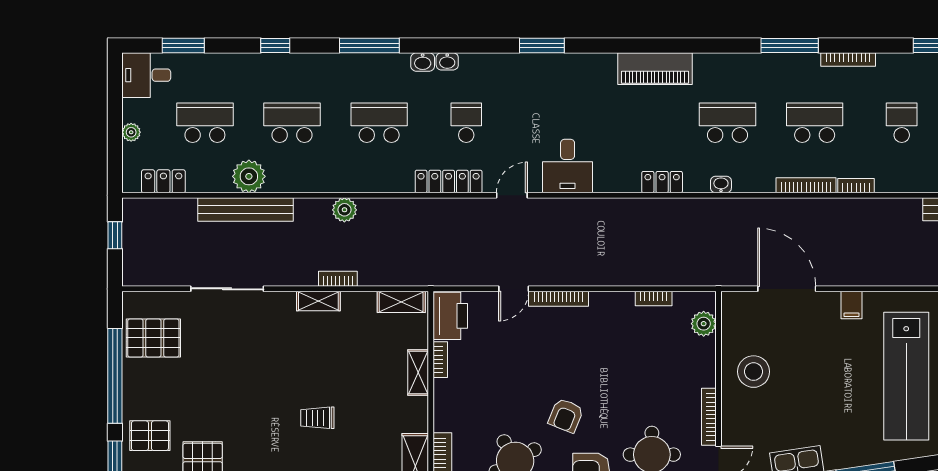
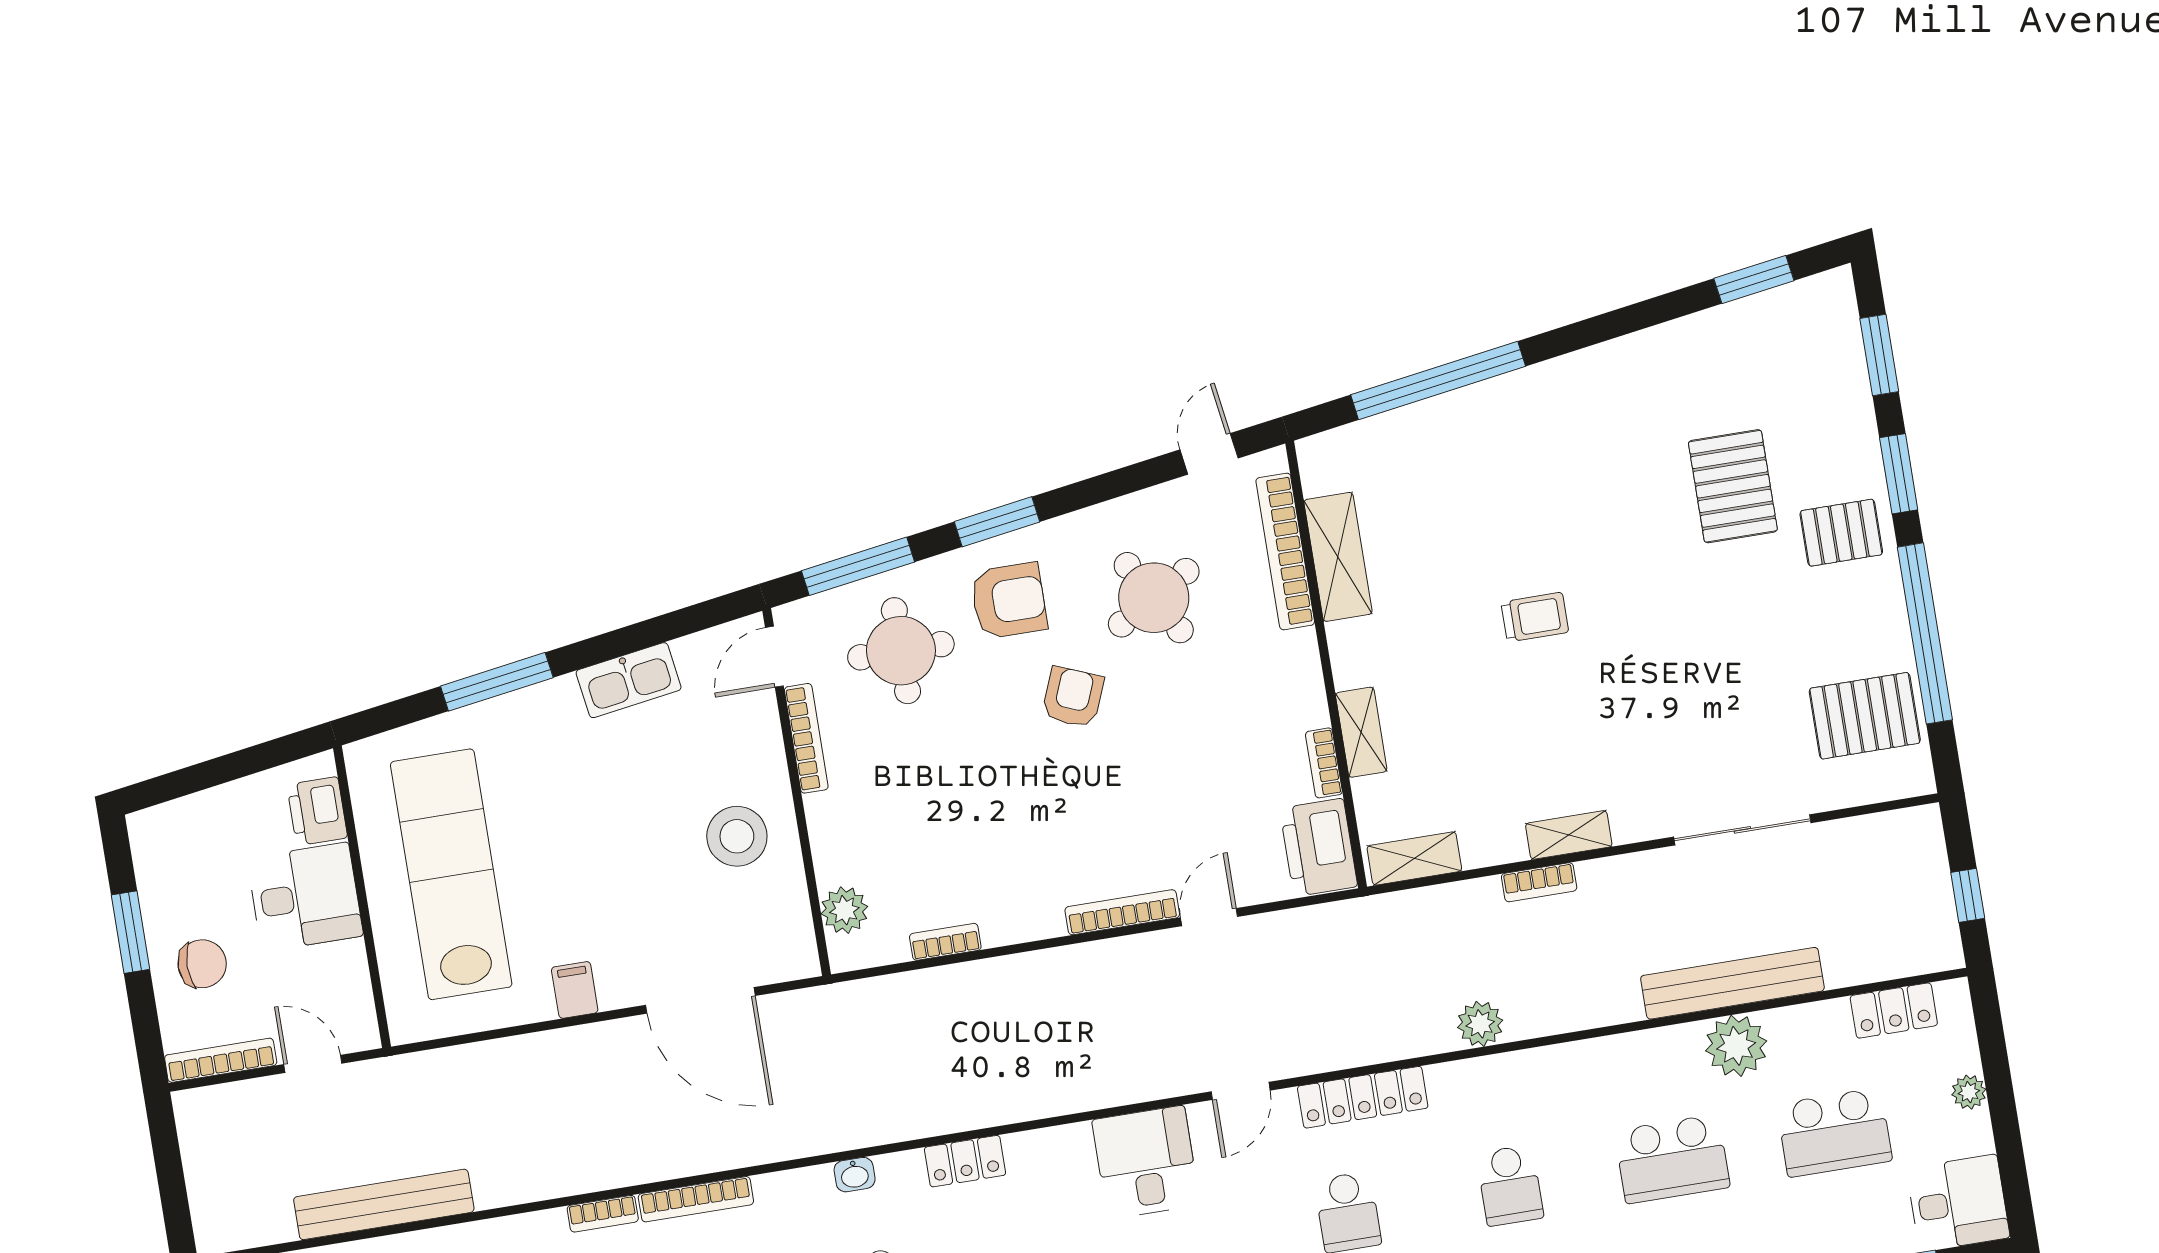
school desk: (379, 123) -> (1510, 1185), width x0.54
plant: (344, 210) -> (1480, 1024), moved

